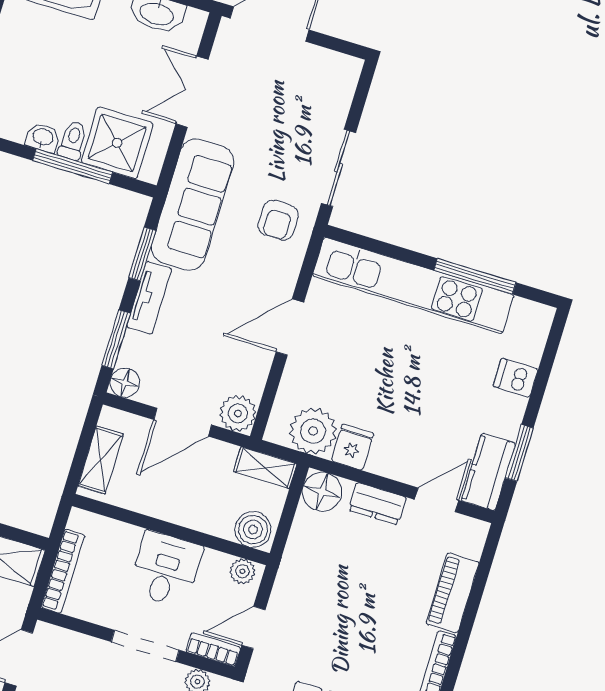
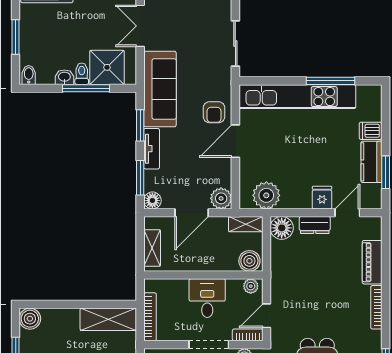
armchair: (278, 220) -> (214, 112), moved
fridge: (352, 447) -> (322, 198), moved
kitchen counter: (488, 472) -> (372, 162), moved

